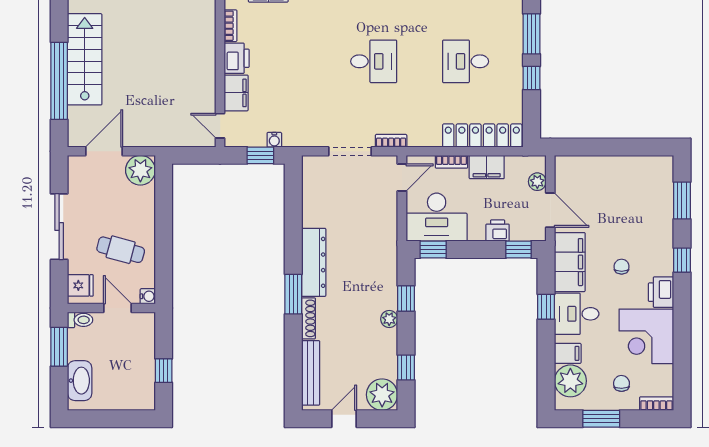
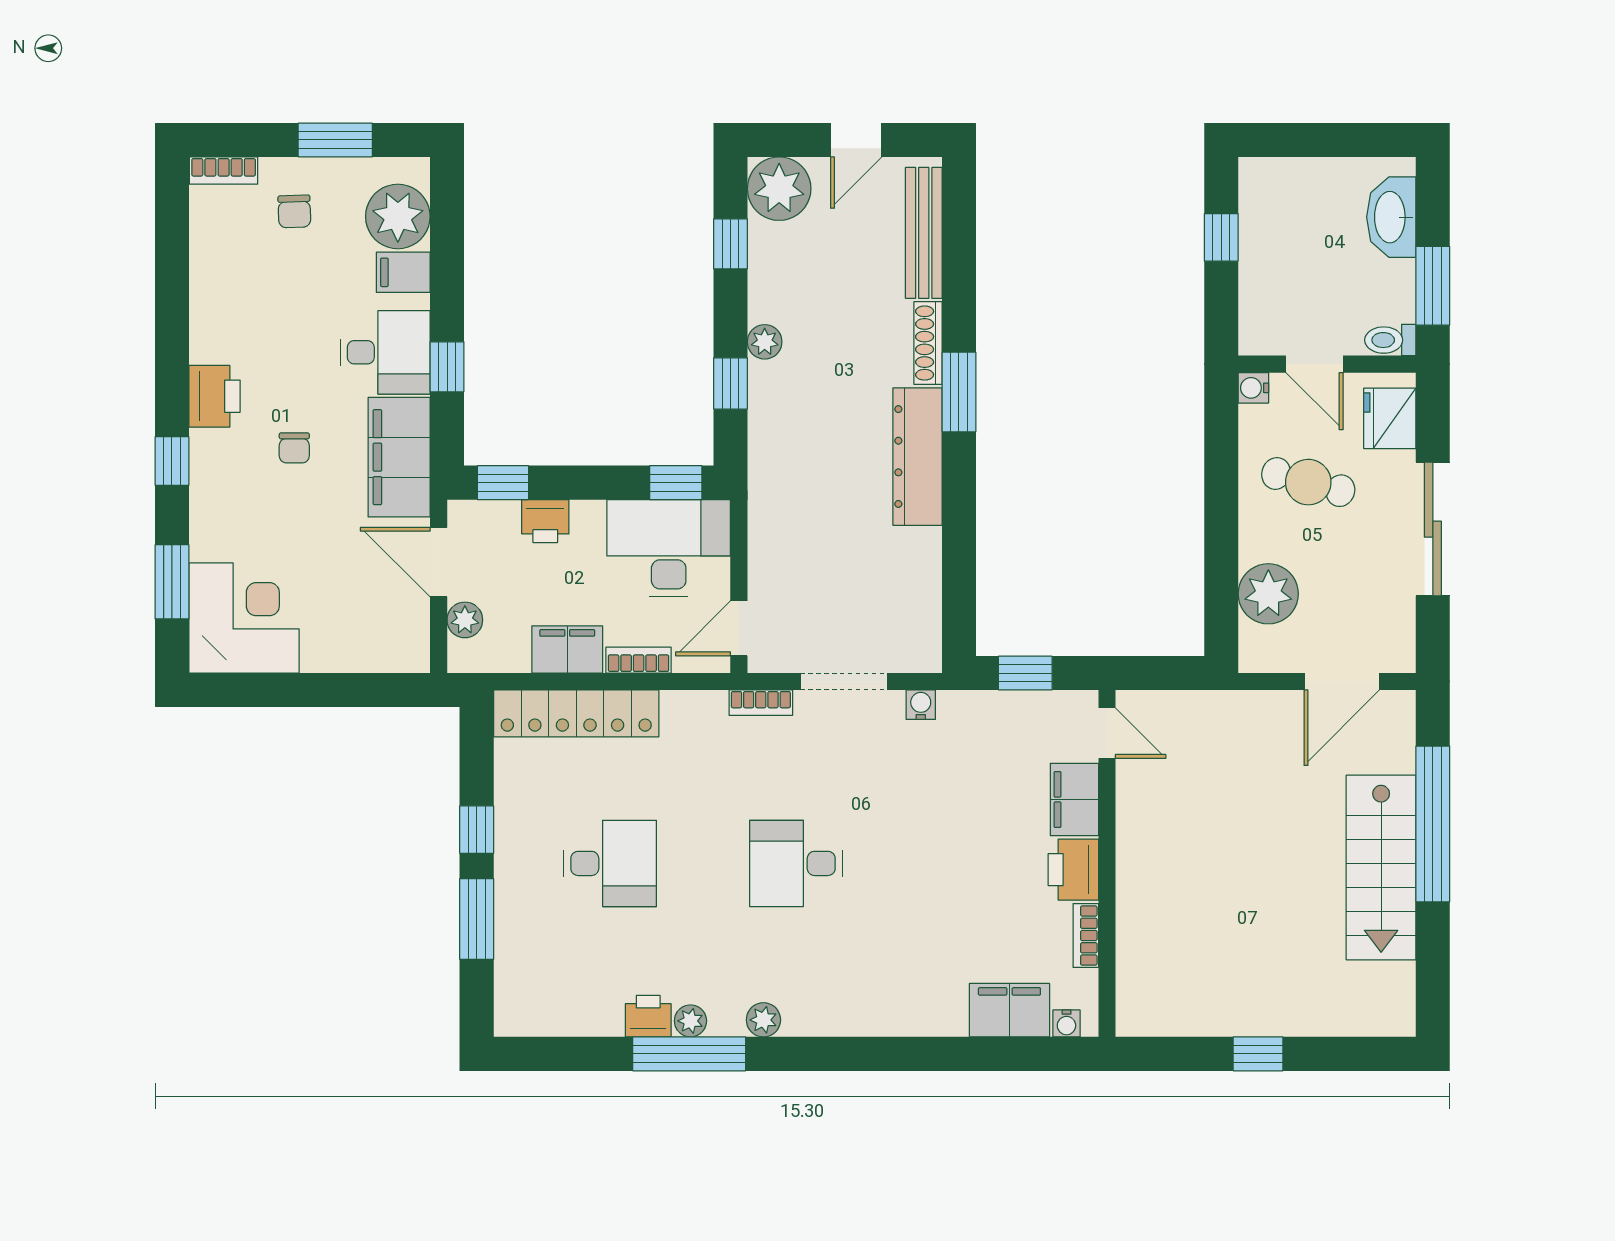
water cooler: (274, 140) -> (921, 705), moved
plant: (140, 170) -> (1268, 594), moved
fridge: (80, 285) -> (1390, 418), width x1.38
corner desk: (646, 336) -> (244, 618), moved

